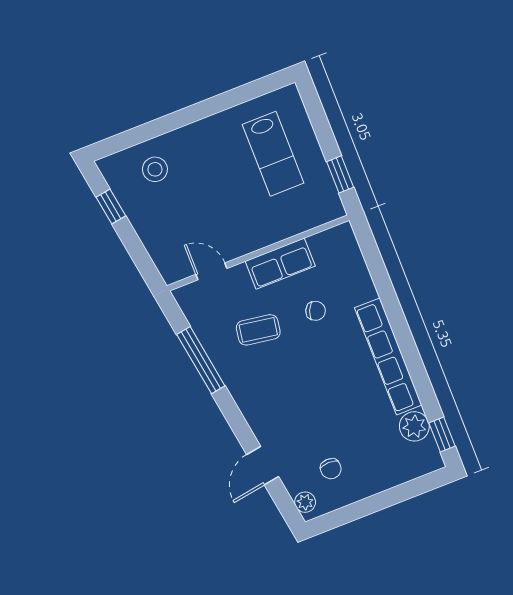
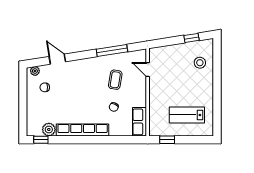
row of seats: (280, 264) -> (139, 122), moved
door: (211, 271) -> (148, 70), swing flipped

